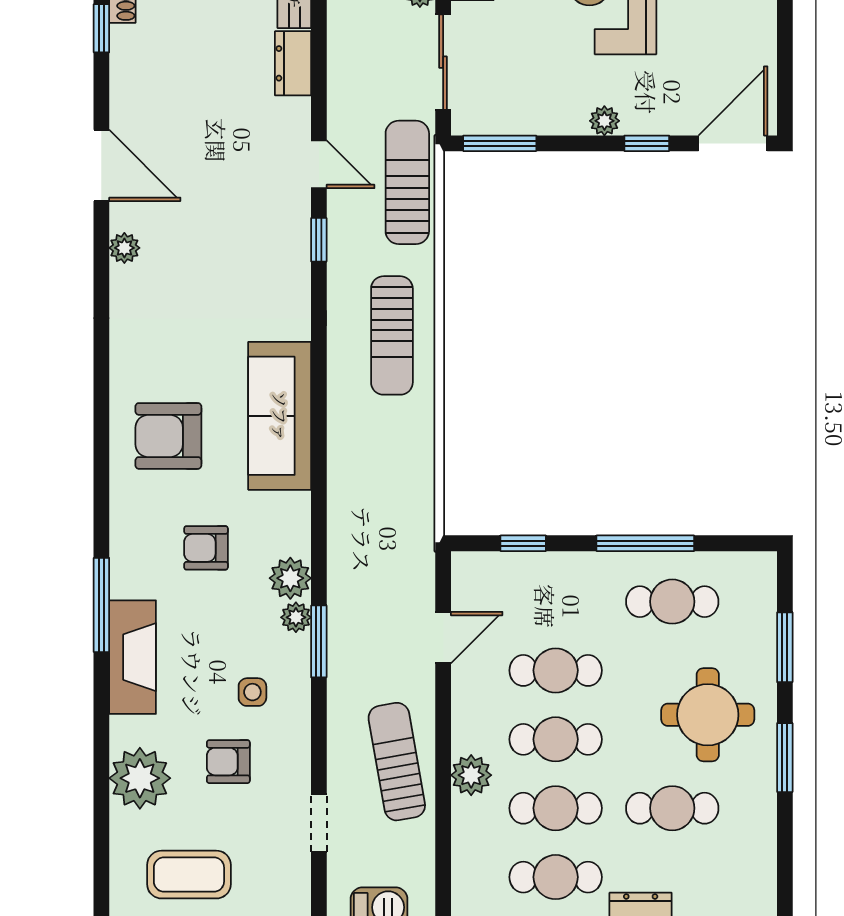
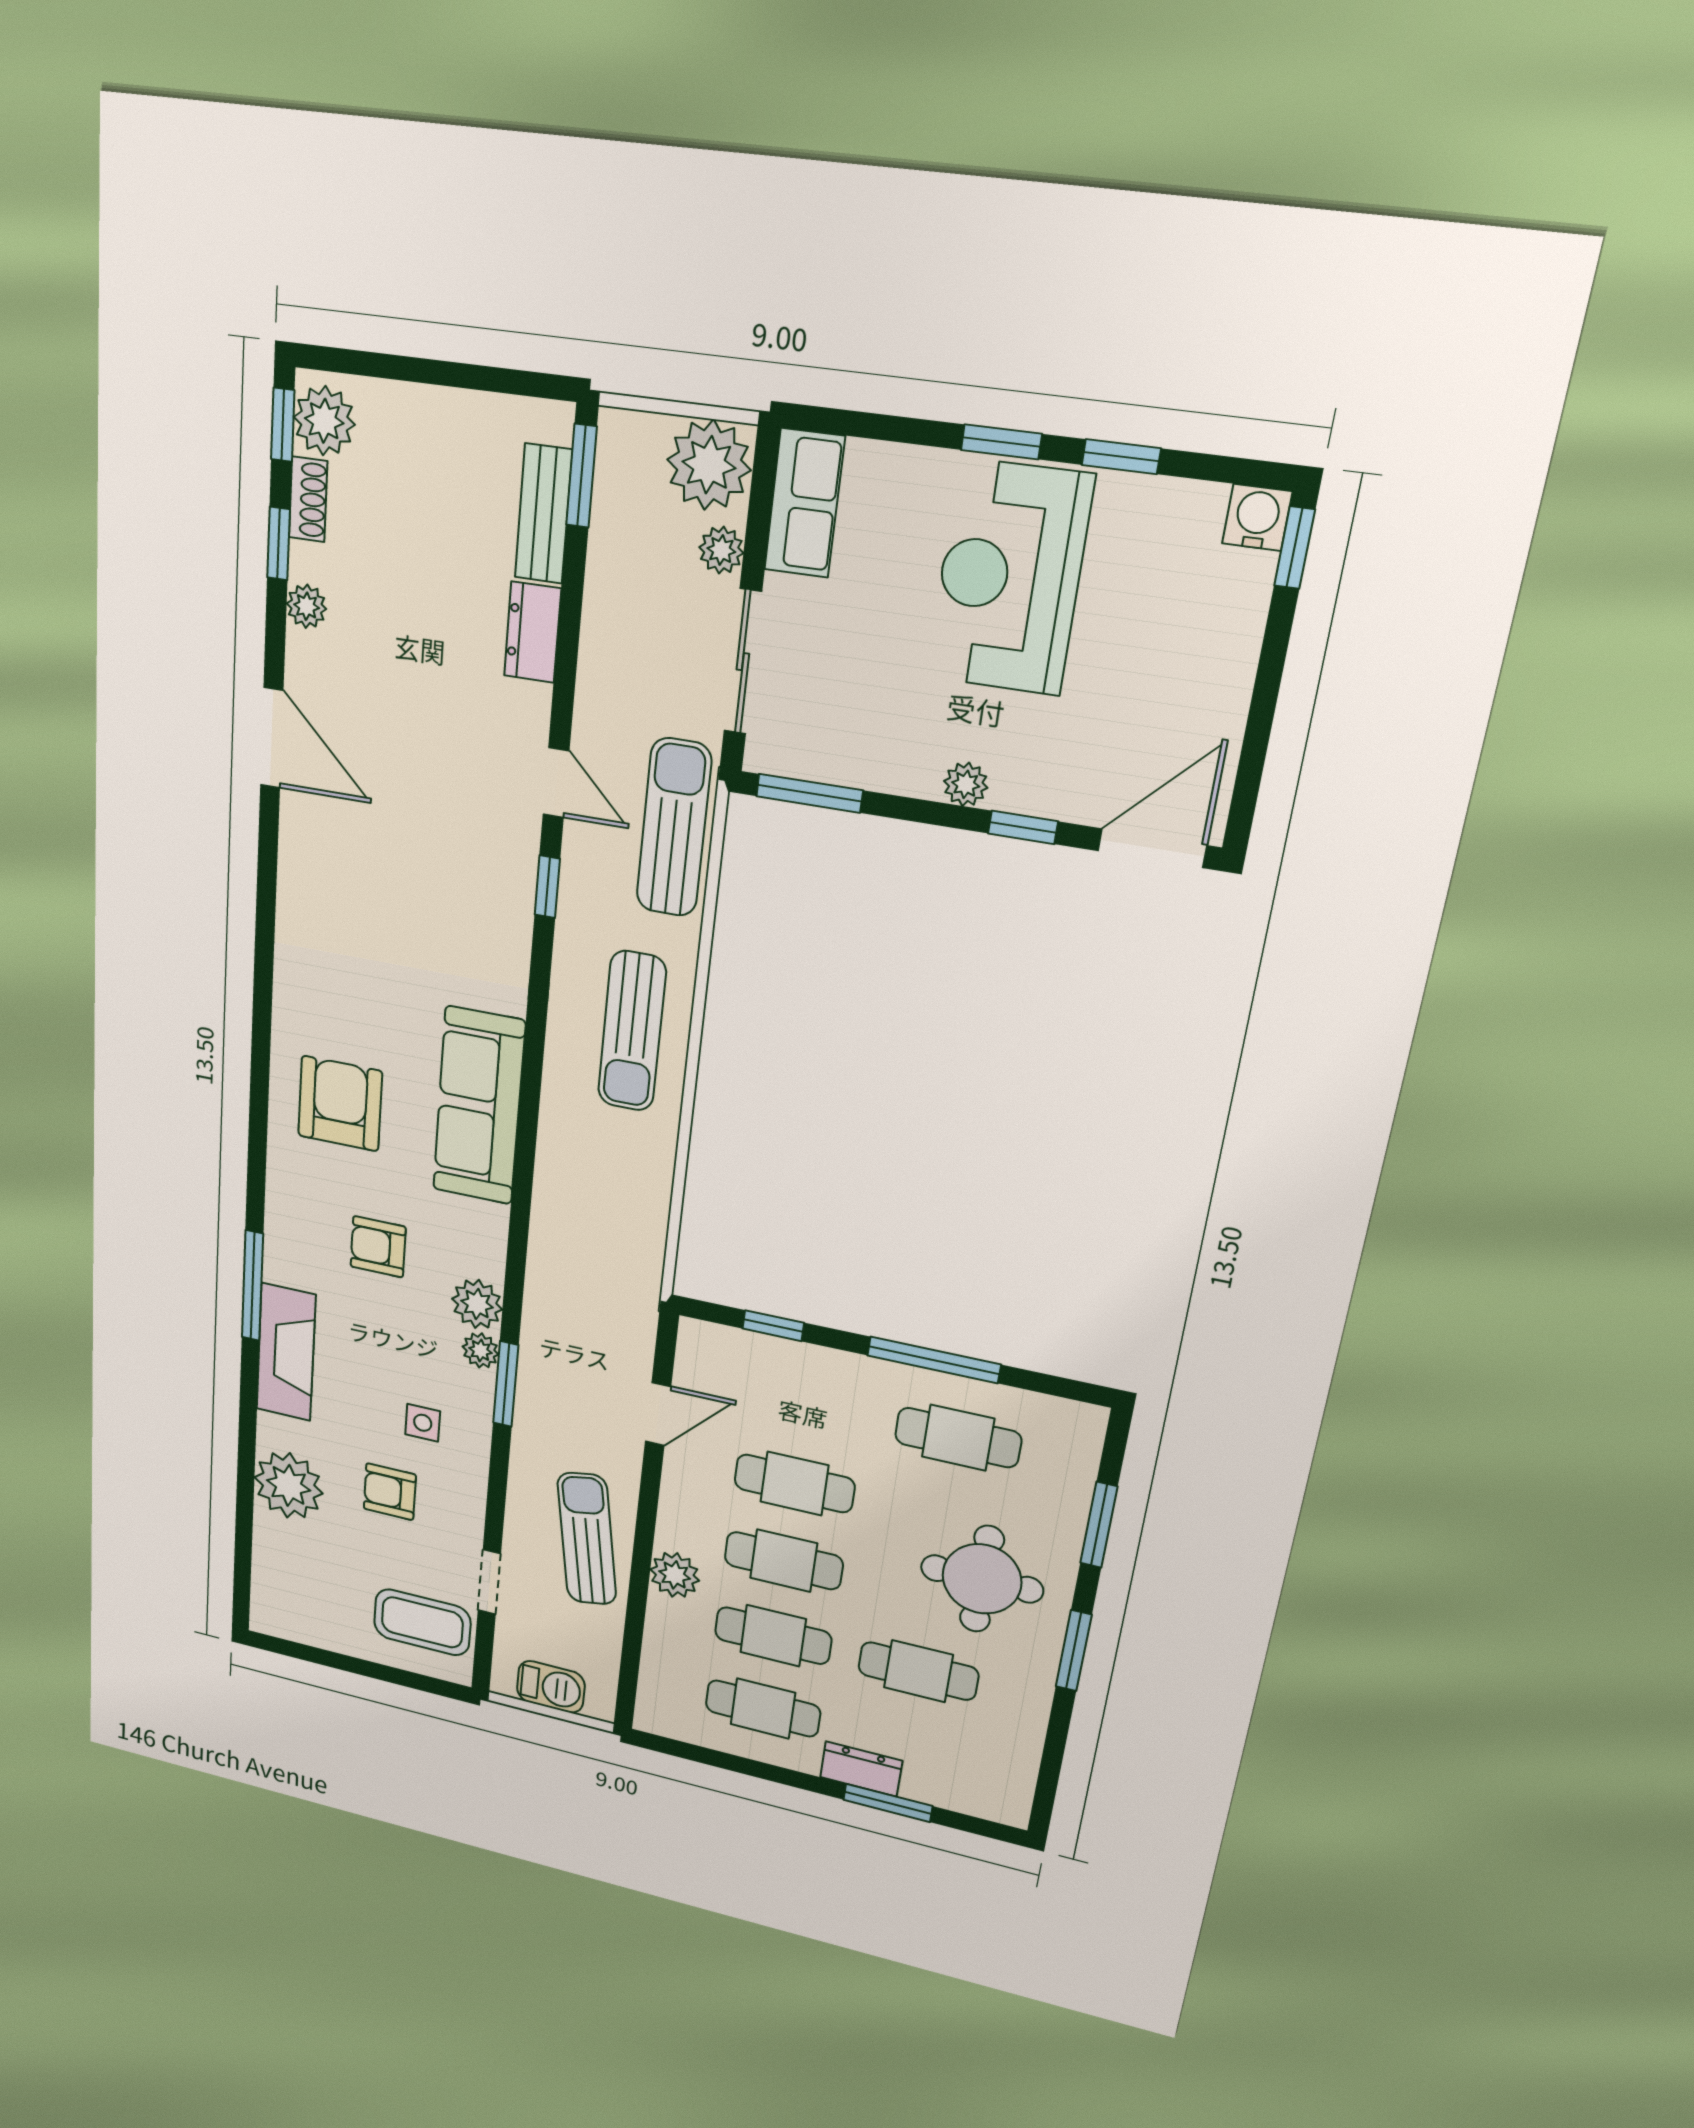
plant: (124, 248) -> (306, 606), moved
armchair: (168, 436) -> (340, 1104), turned 90
coffee table: (189, 875) -> (422, 1622), moved

